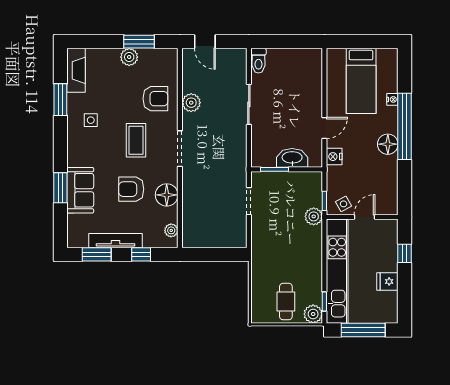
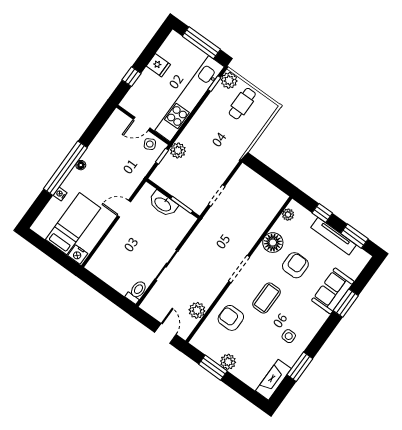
plant: (191, 103) -> (197, 310), moved
floor lamp: (388, 144) -> (81, 165), width x0.53, depth x0.53
nightstand: (334, 157) -> (78, 254), moved, turned 90
armchair: (131, 189) -> (295, 265), turned -90

